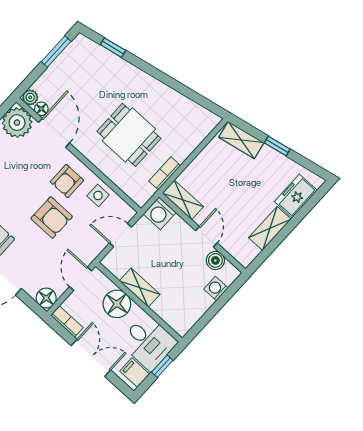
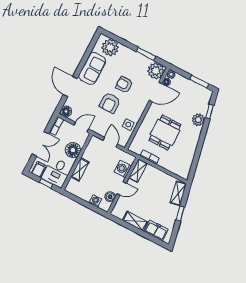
plant: (122, 71) -> (198, 120), added
armchair: (67, 181) -> (124, 85), moved
washing machine: (160, 213) -> (123, 169), moved
shelving: (140, 288) -> (80, 170), moved

